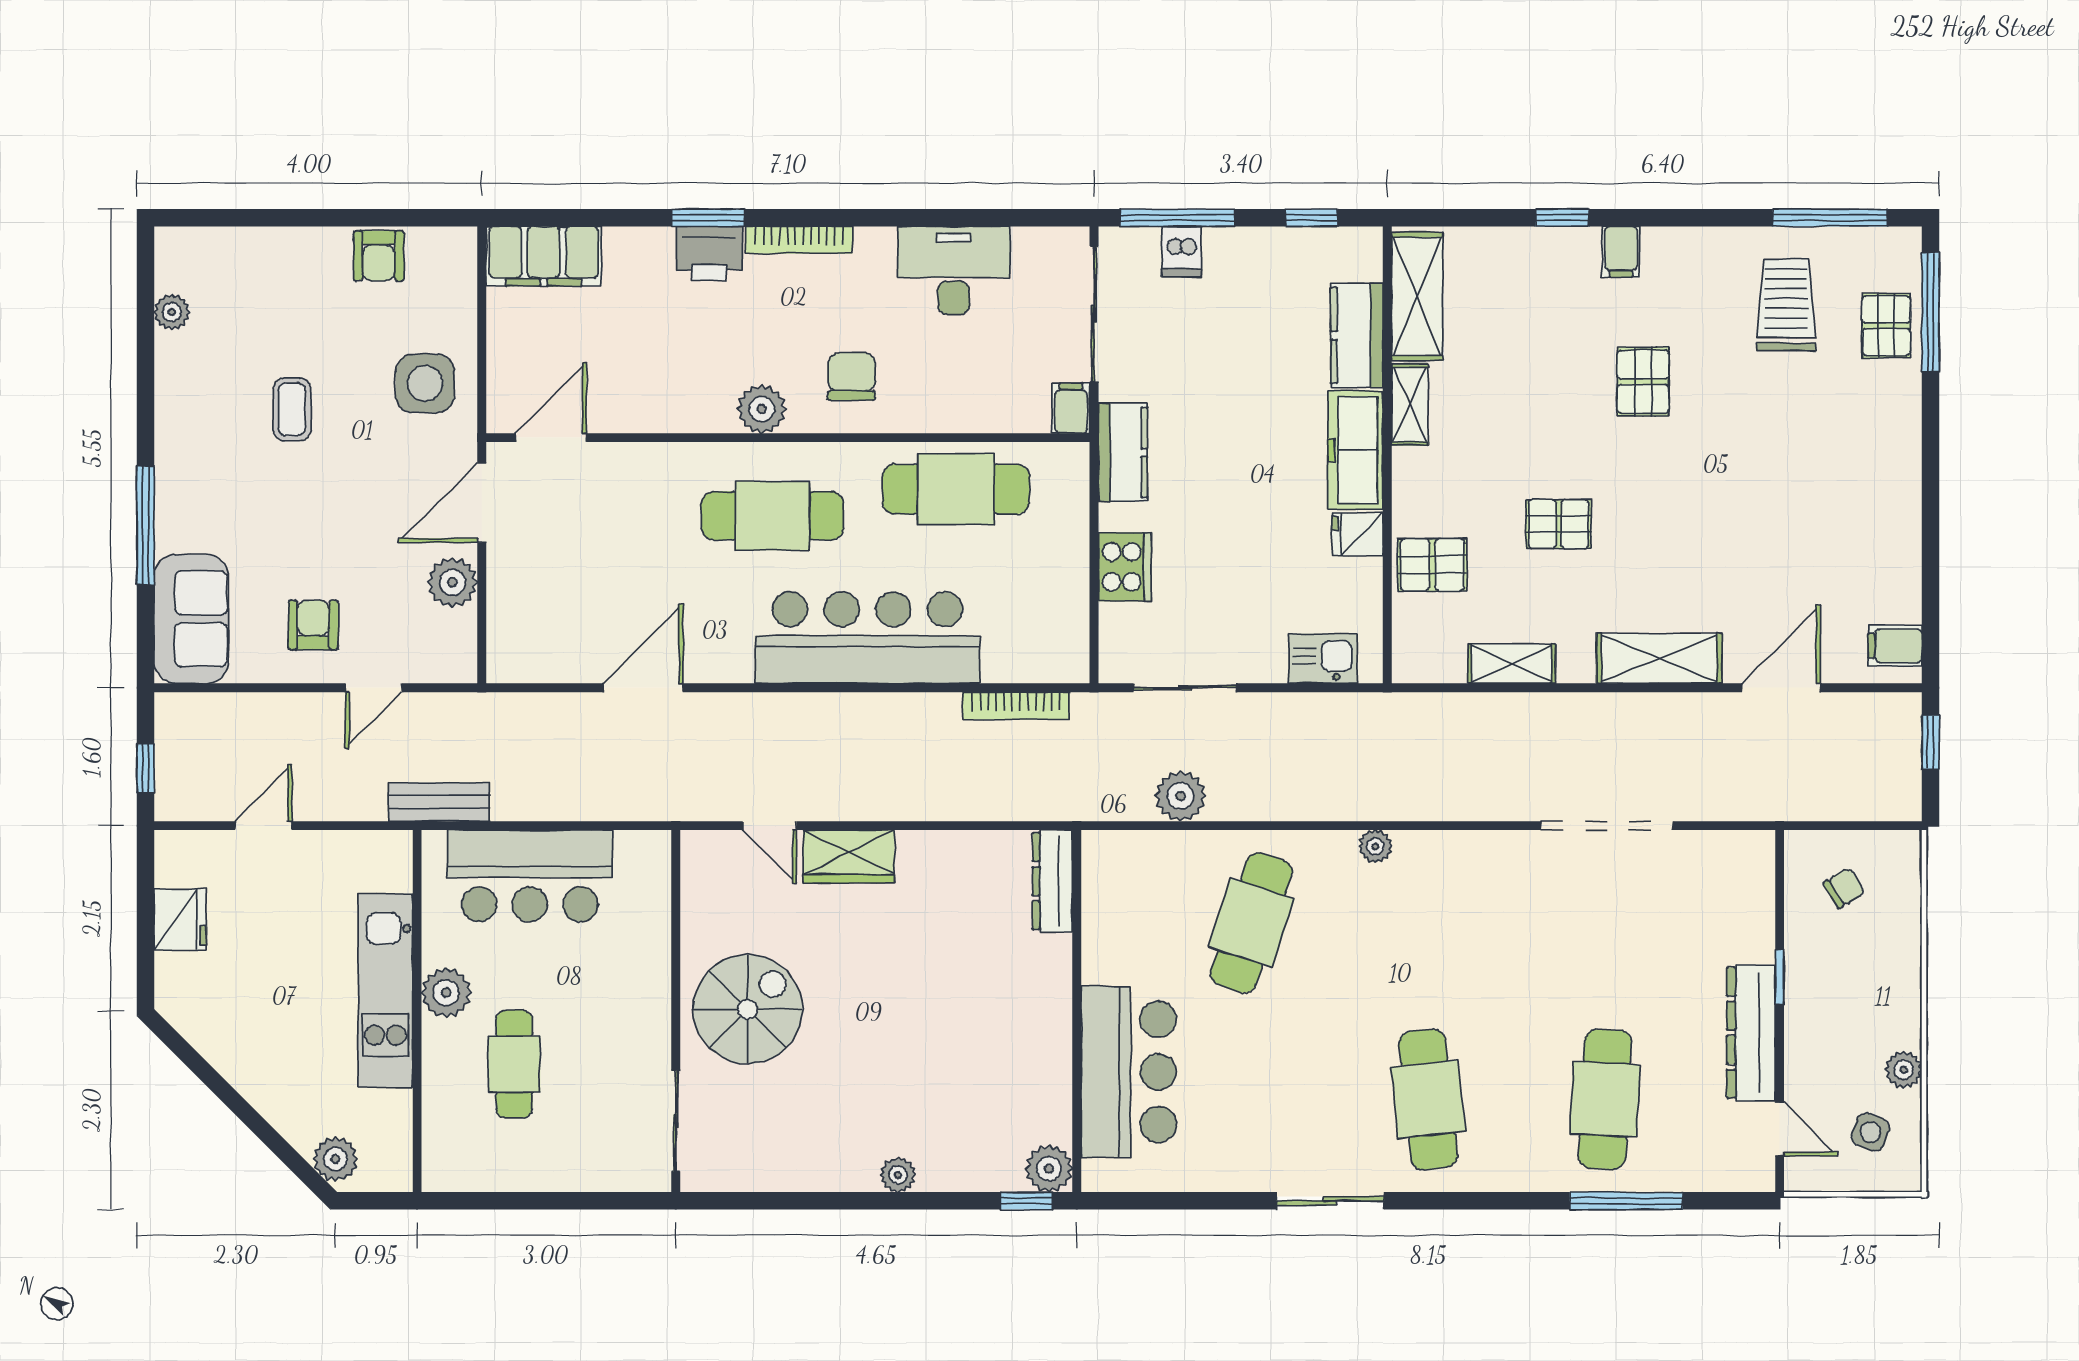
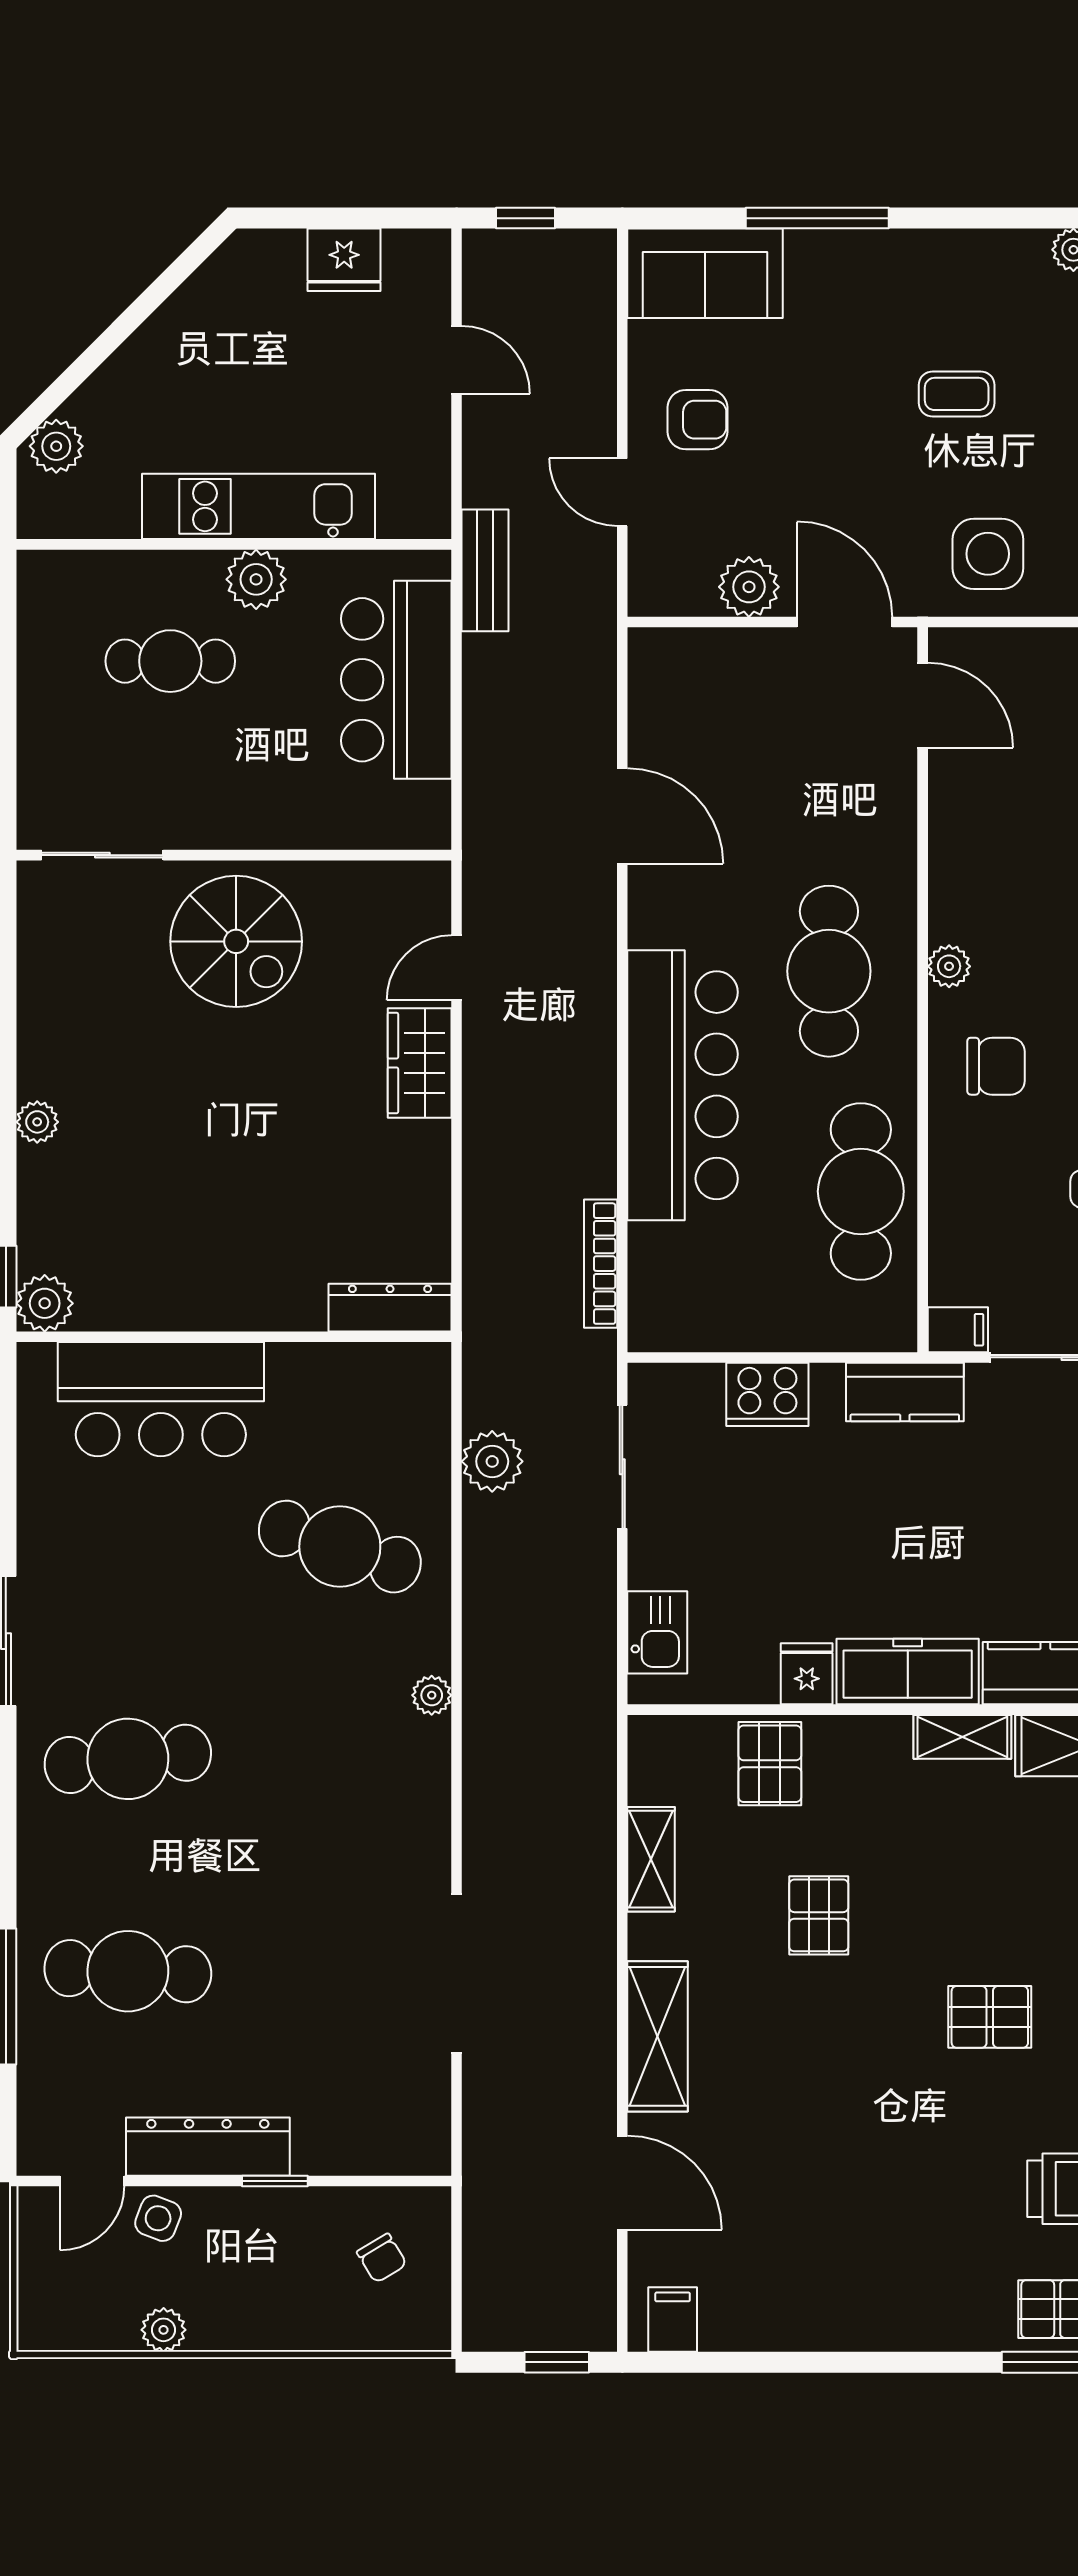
plant: (762, 409) -> (949, 966), width x0.73, depth x0.73
side table: (1870, 1132) -> (158, 2218), moved

